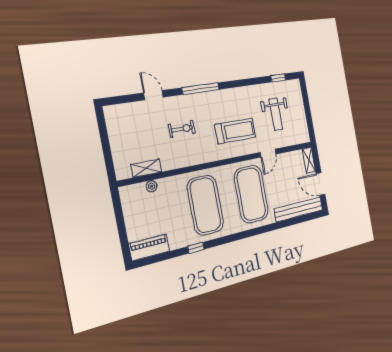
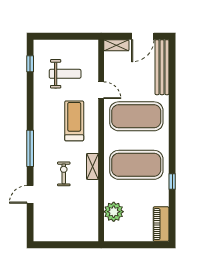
shelving: (146, 168) -> (93, 166), moved
plant: (152, 186) -> (114, 212), width x1.87, depth x1.87

